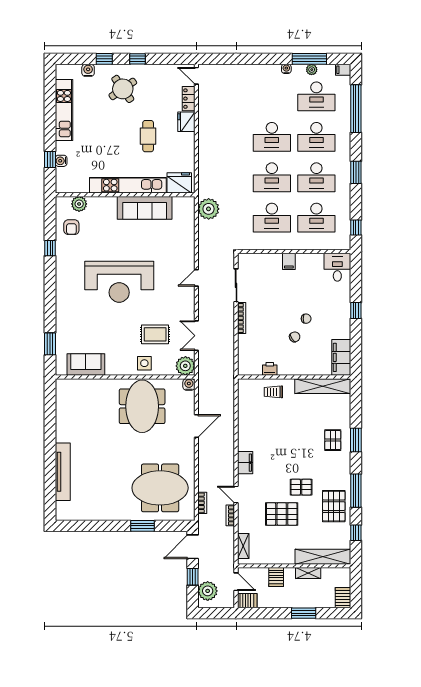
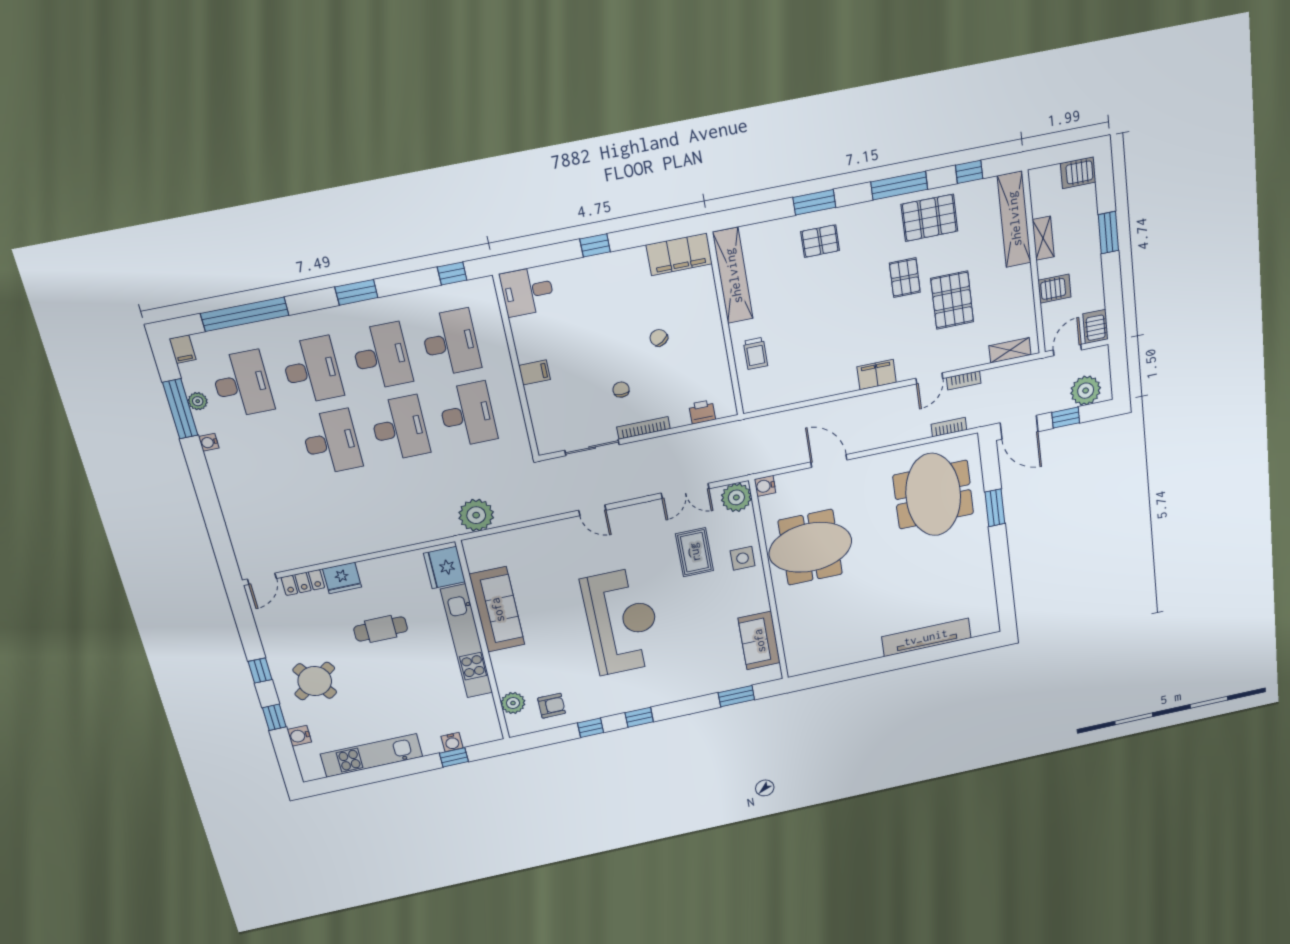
window: (50, 280) -> (639, 717), added
chair: (306, 319) -> (621, 390), moved
printer: (270, 369) -> (702, 412), moved, turned 90

